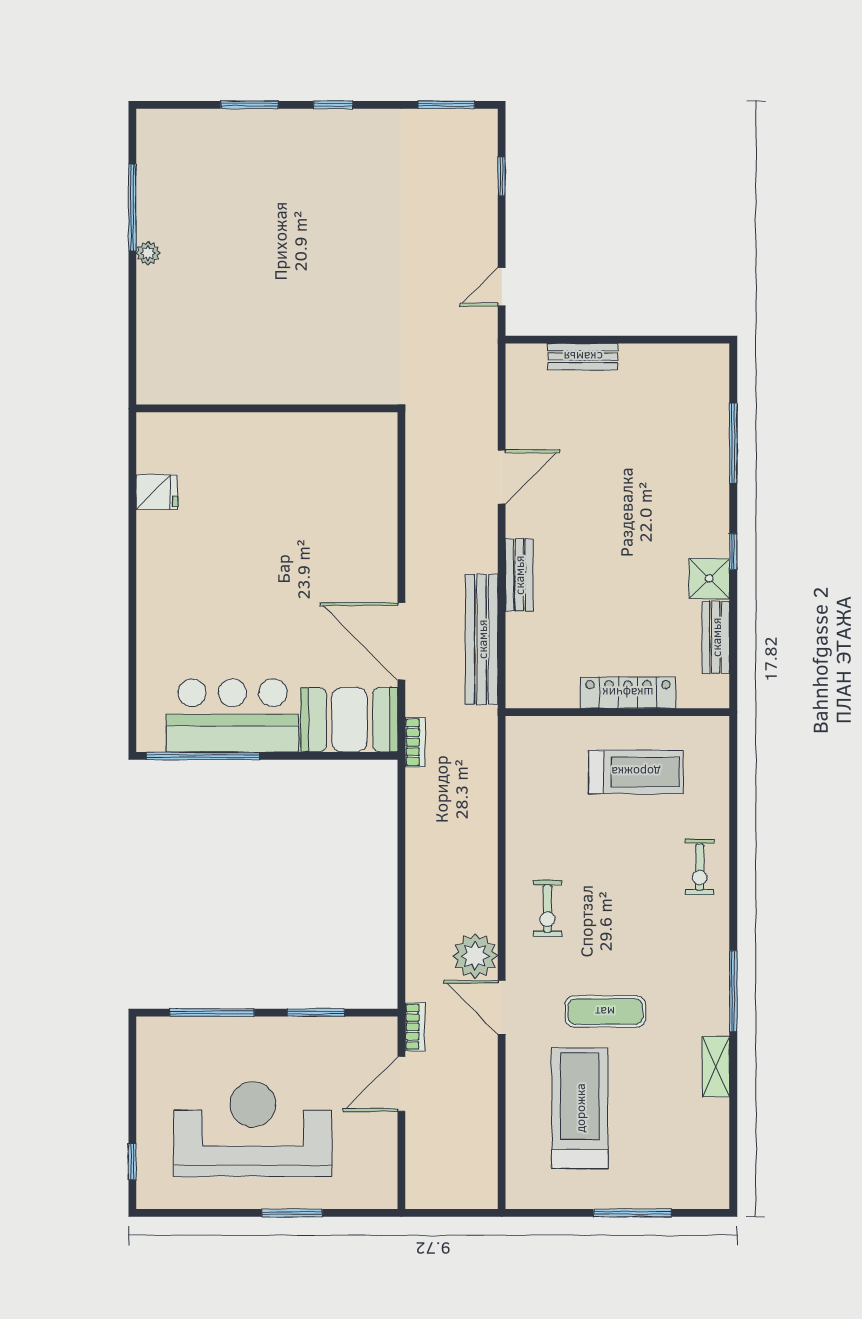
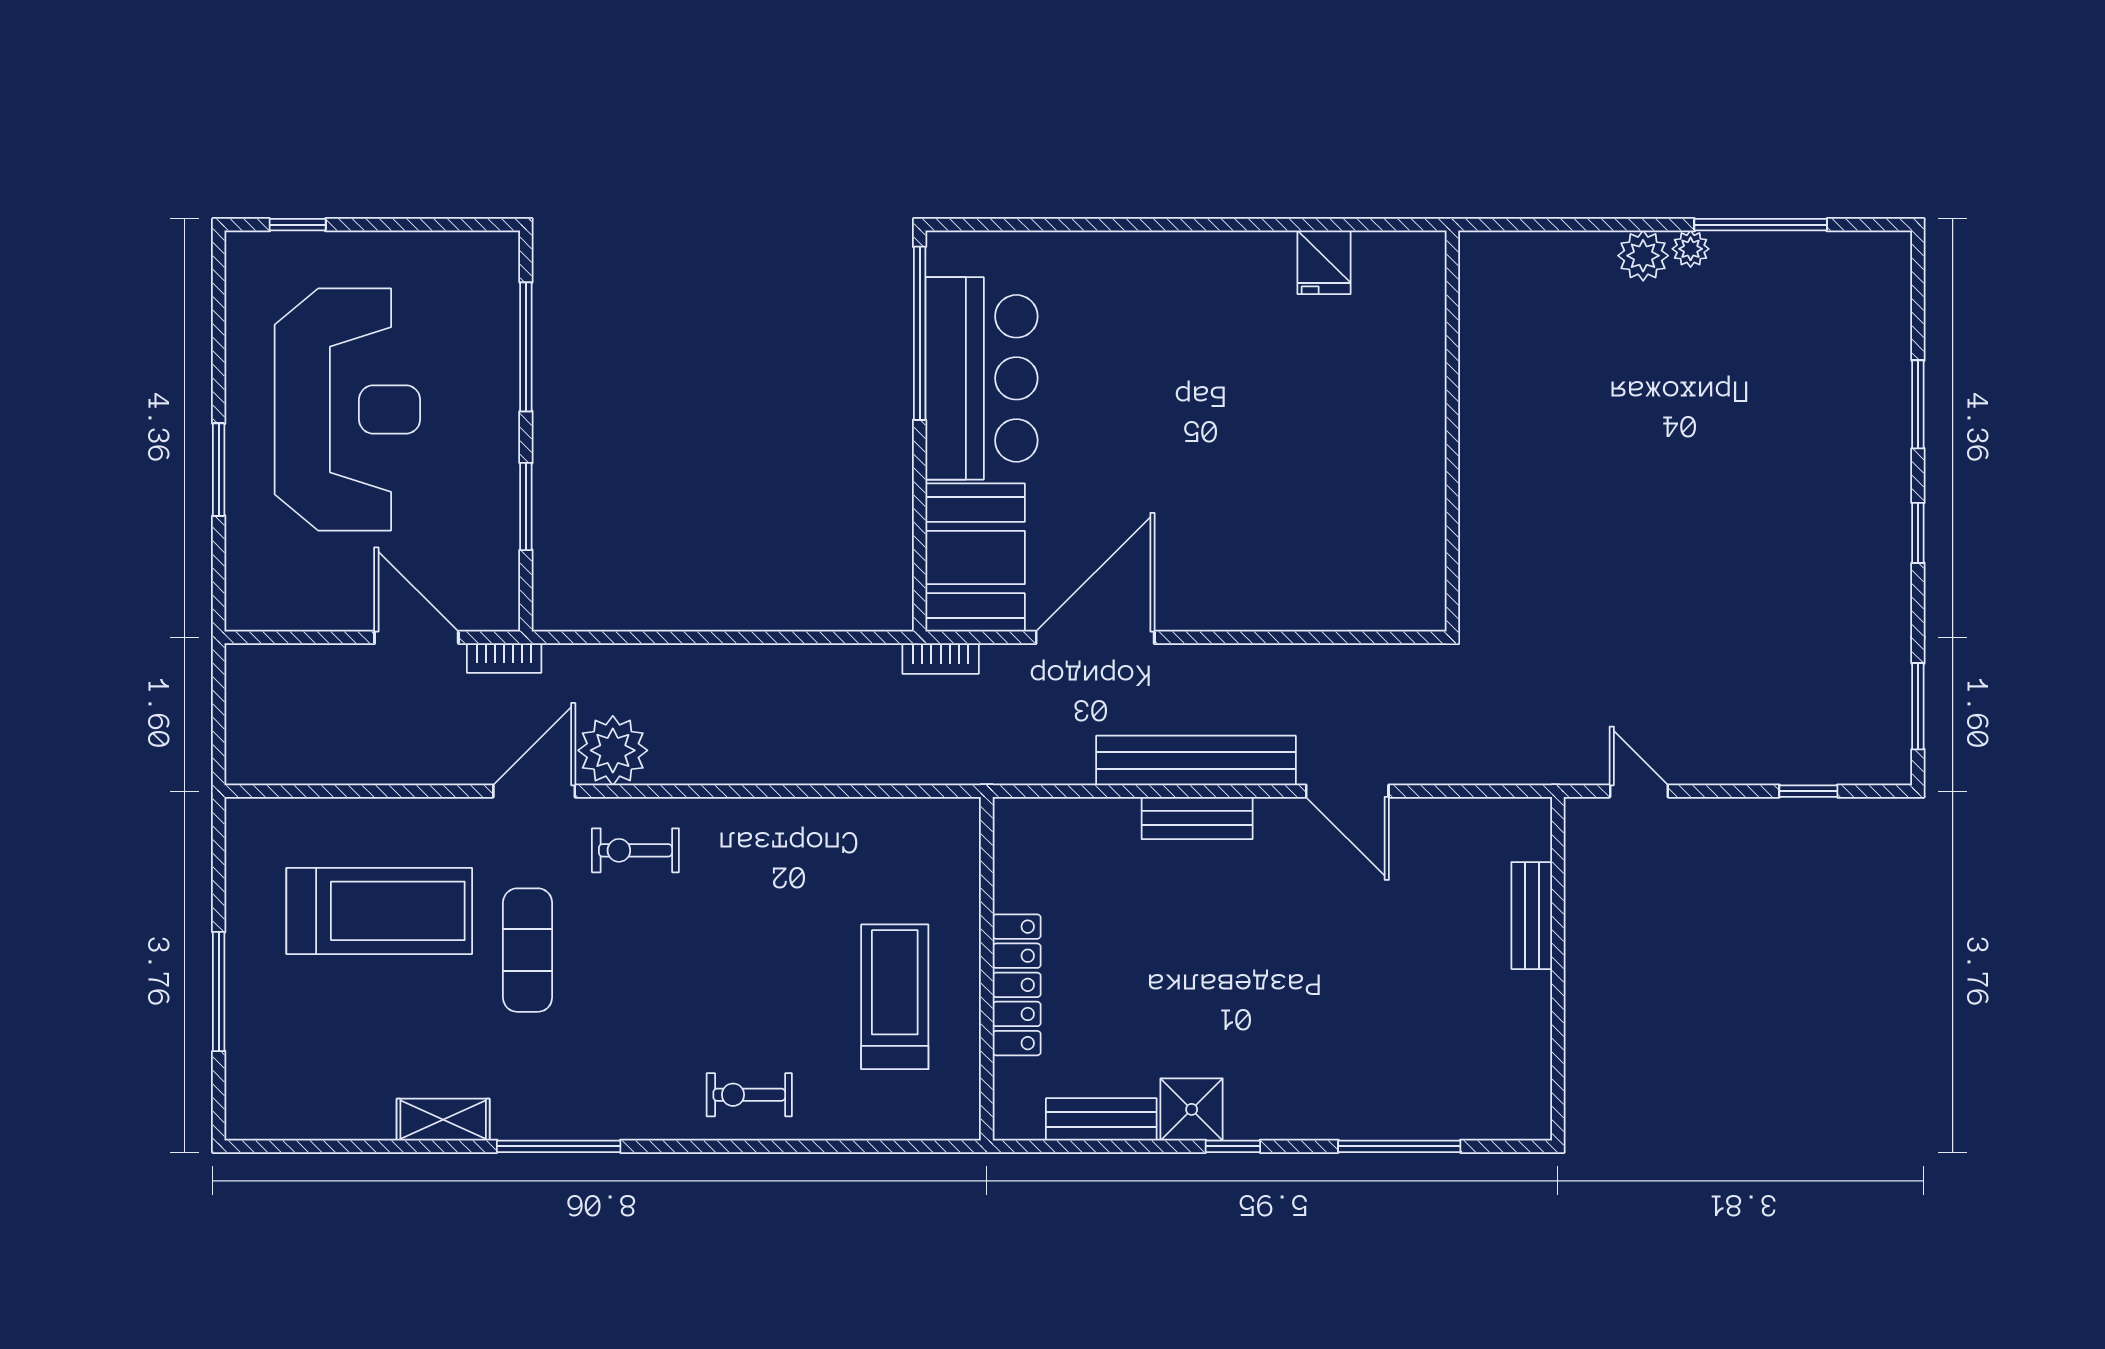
plant: (153, 284) -> (1643, 256), added
bench: (482, 639) -> (1196, 760), moved
treadmill: (636, 772) -> (895, 997), turned 180
exercise bike: (547, 908) -> (635, 850), moved

